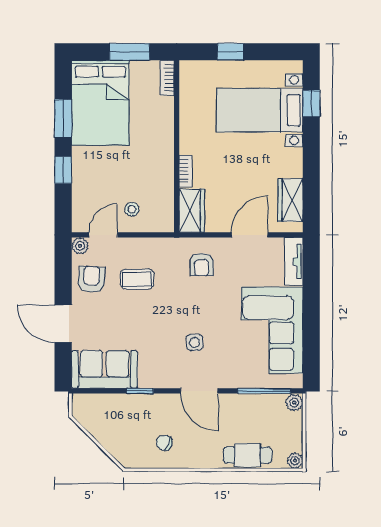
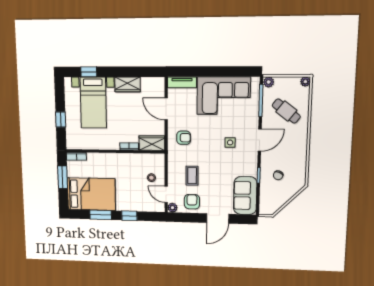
wardrobe: (290, 200) -> (128, 84), moved
armchair: (91, 279) -> (192, 202), turned 86
chair: (164, 443) -> (278, 175), moved
cafe table: (248, 455) -> (286, 111), moved, turned -52

